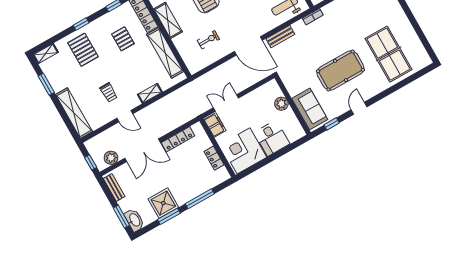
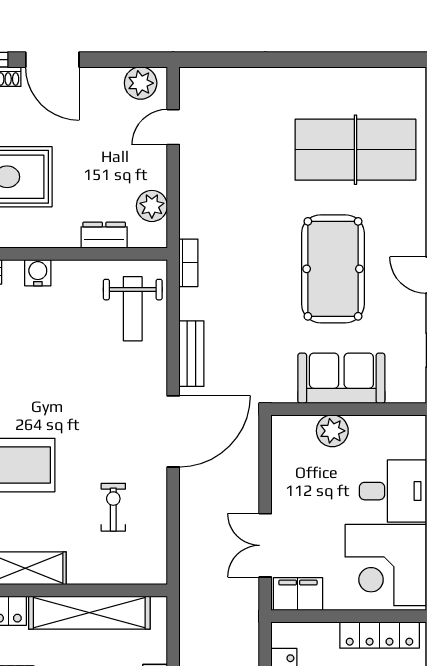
sofa: (310, 109) -> (341, 378), moved
locker: (214, 158) -> (380, 635), width x1.53

